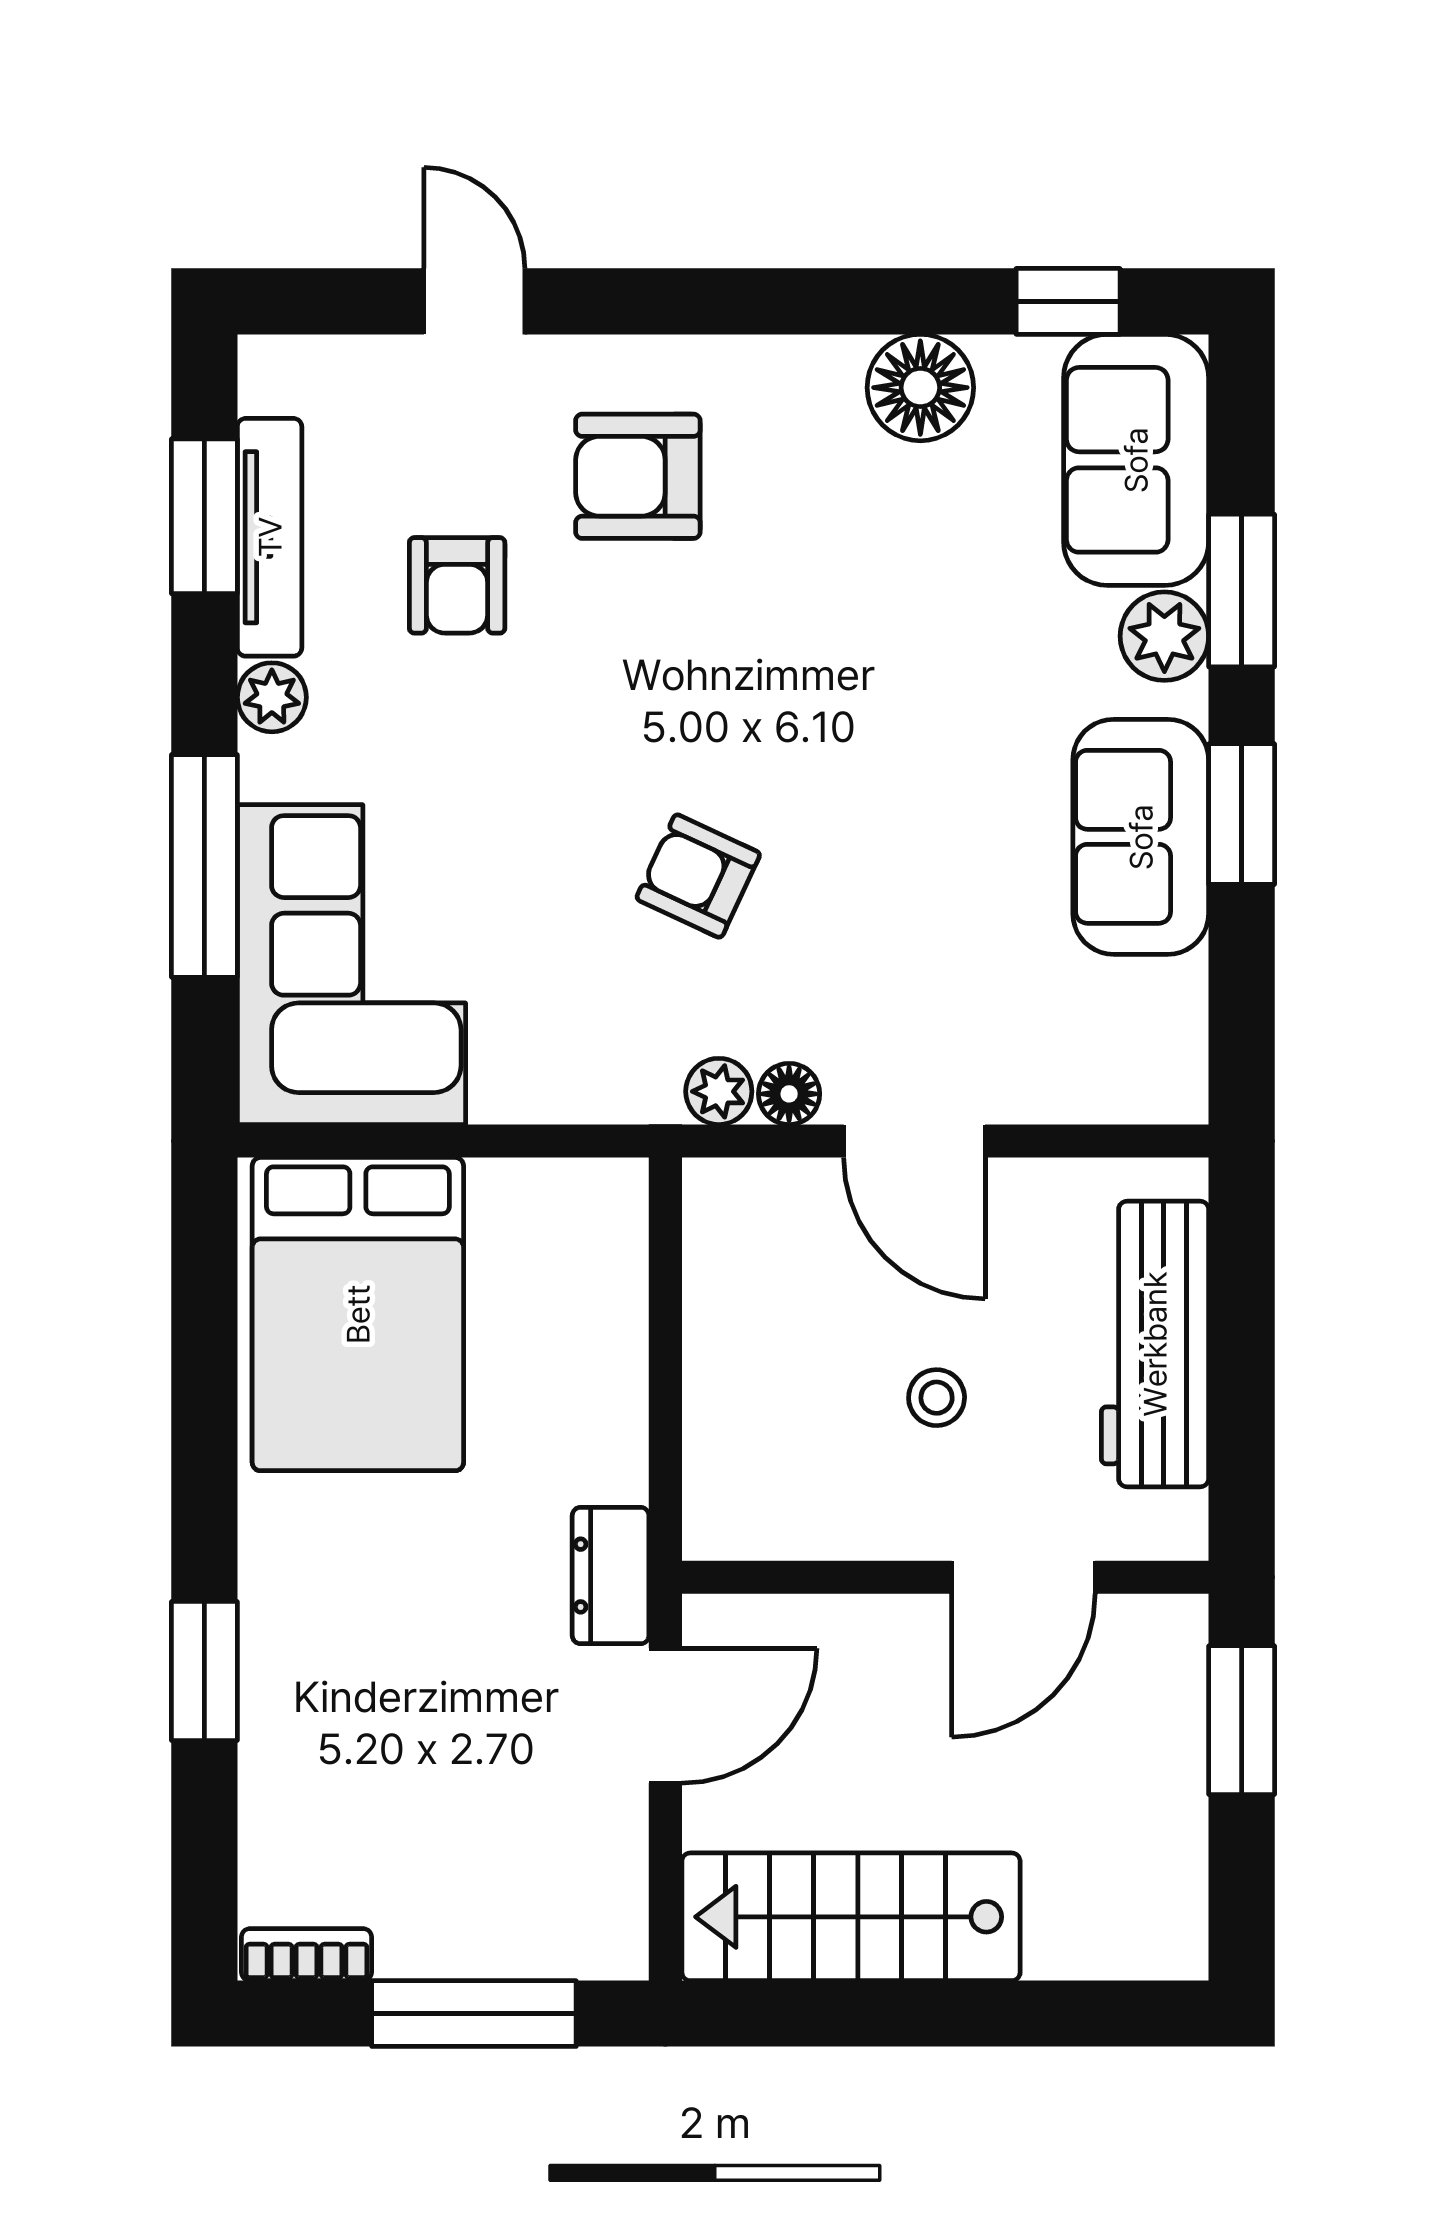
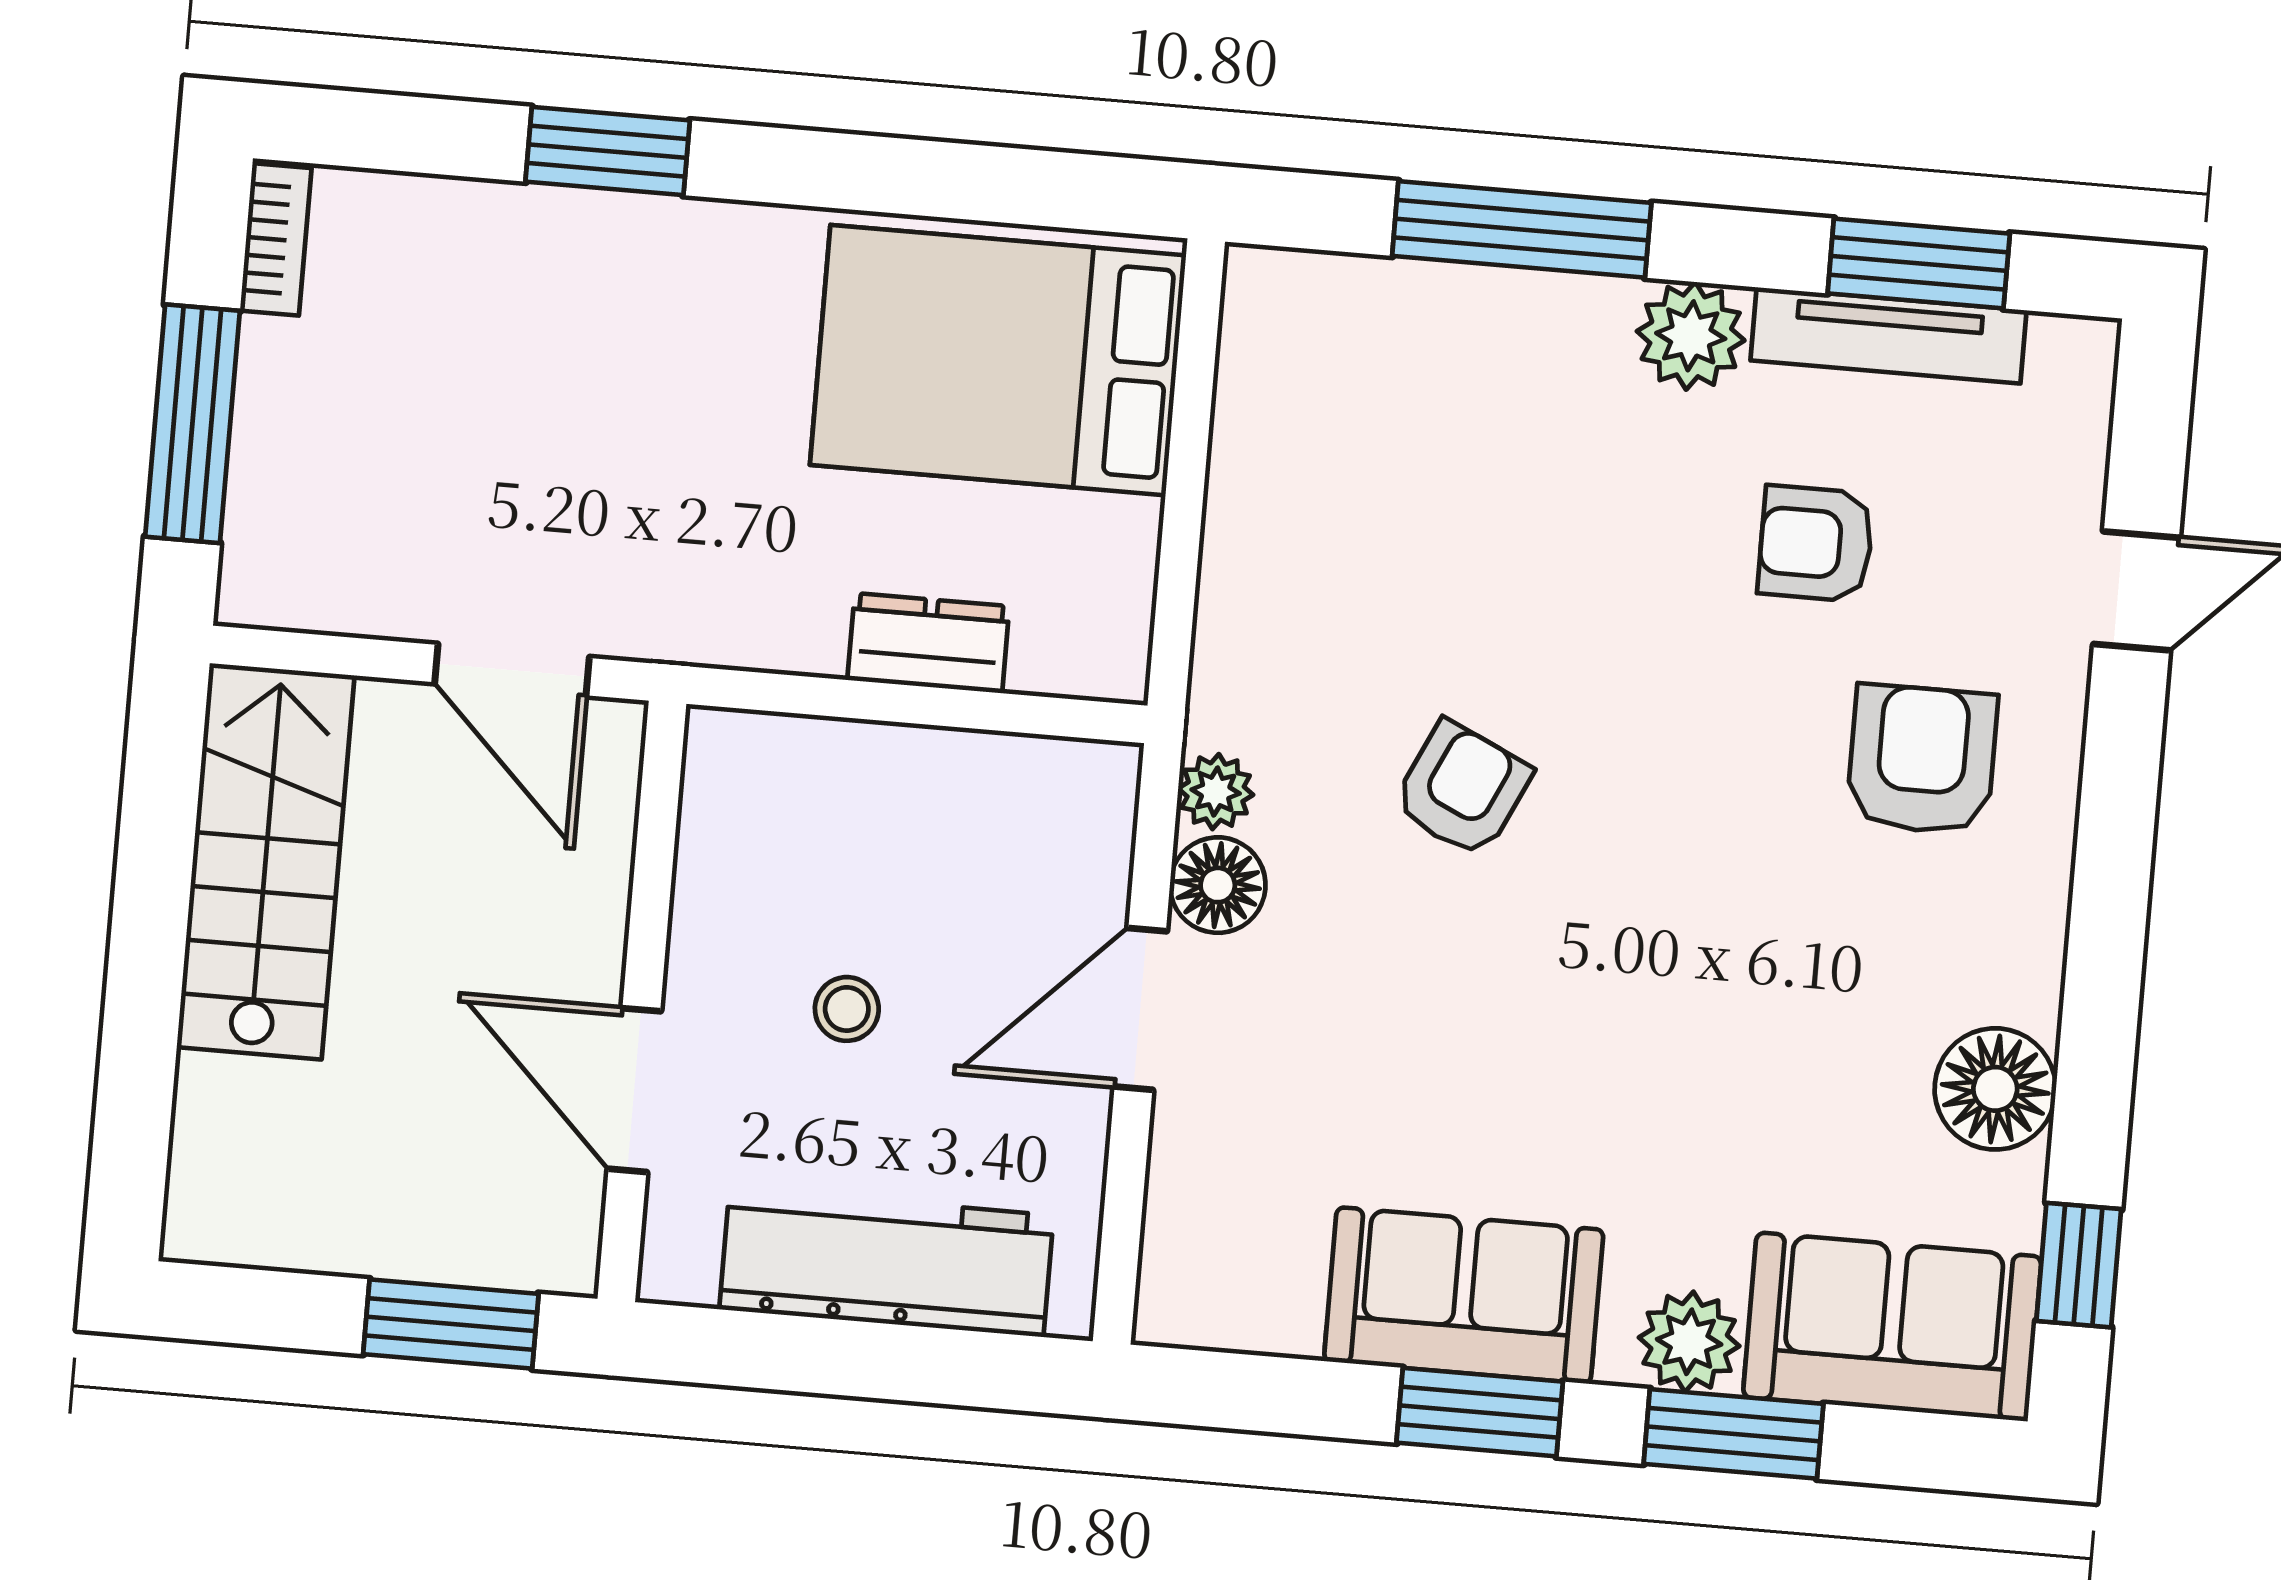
plant: (272, 697) -> (1691, 336), width x1.38, depth x1.38
corner sofa: (351, 965) -> (1395, 387), removed
floor lamp: (789, 1094) -> (1218, 885), width x1.37, depth x1.37
dresser: (611, 1576) -> (928, 643), moved

